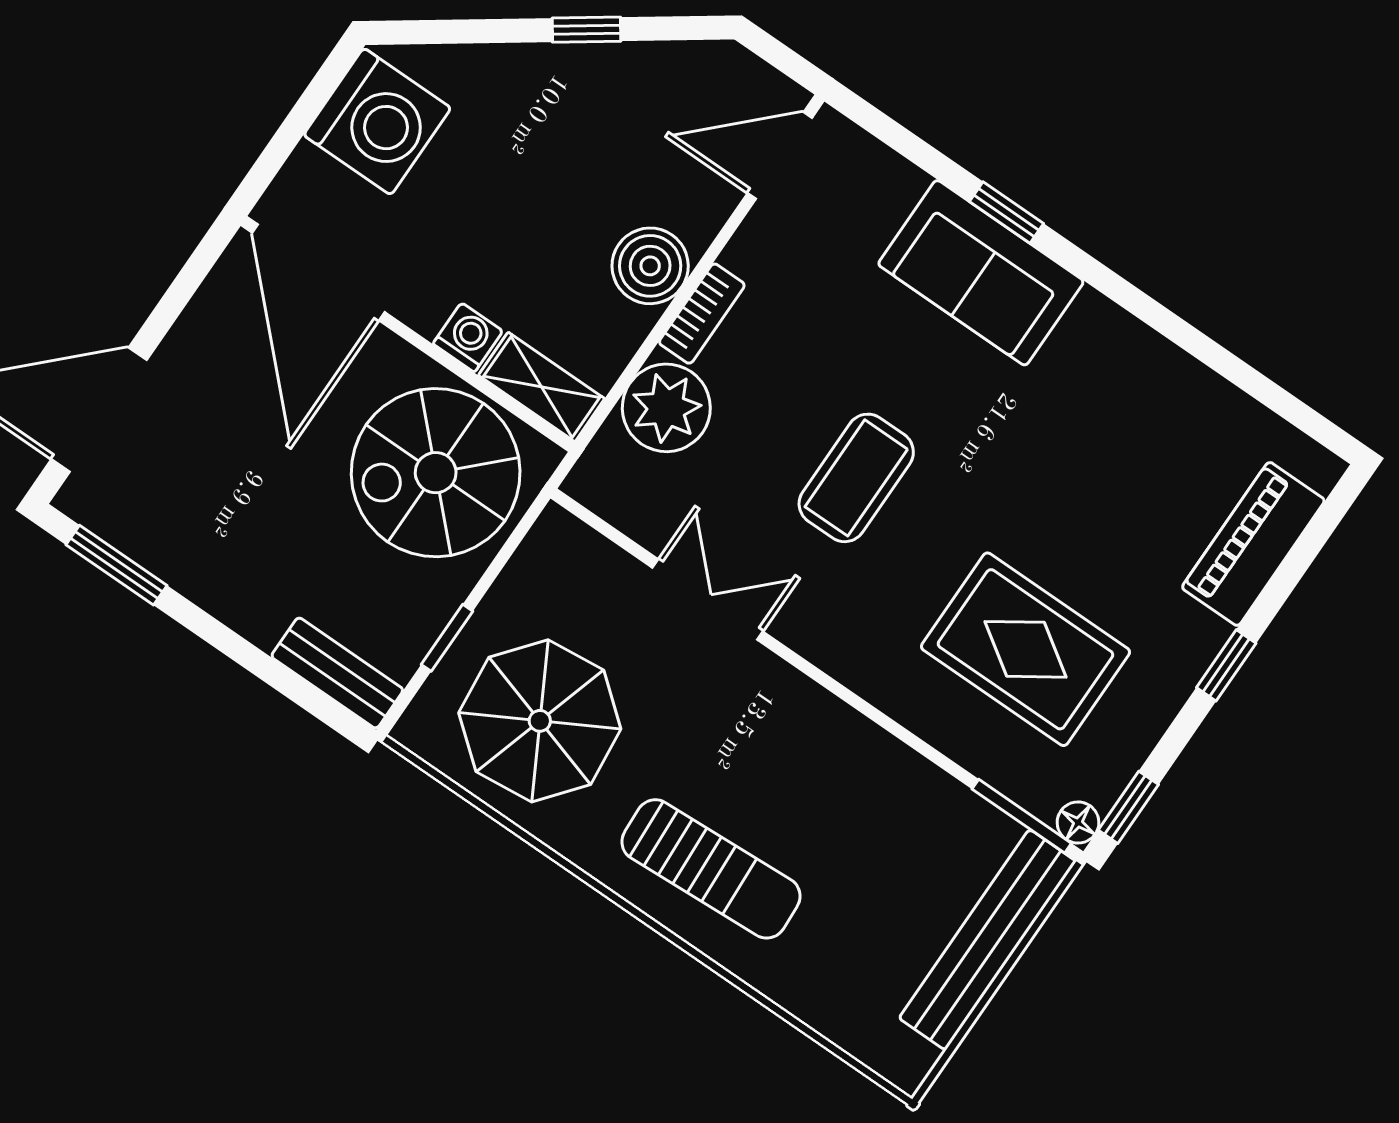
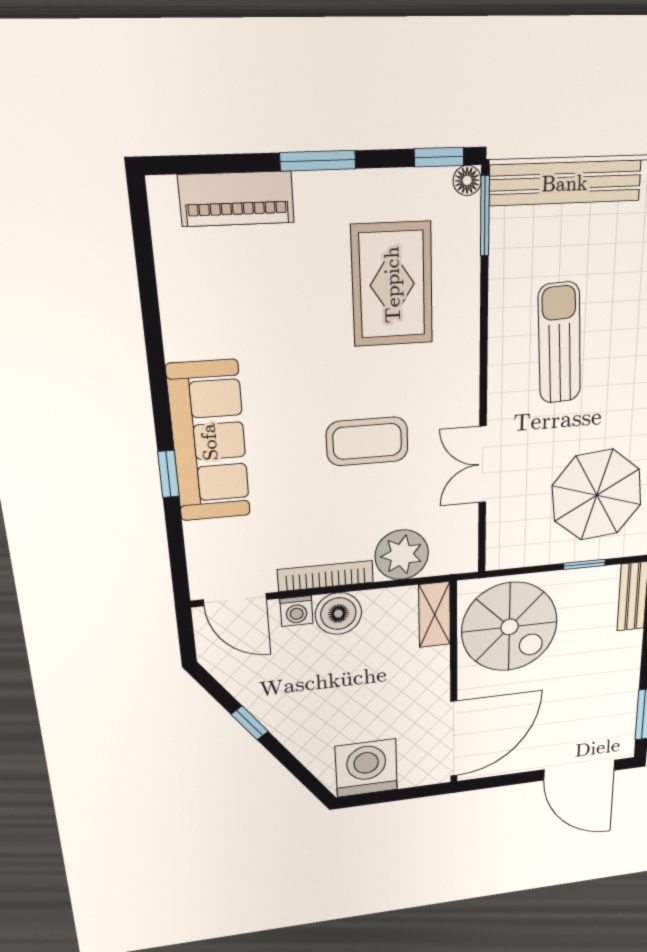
sofa: (981, 273) -> (209, 442), width x1.36
bookcase: (702, 314) -> (326, 576), width x1.56
washing machine: (468, 337) -> (296, 611), moved, turned -90
window: (1226, 665) -> (318, 161), width x1.50
sun lounger: (711, 869) -> (559, 343), moved

